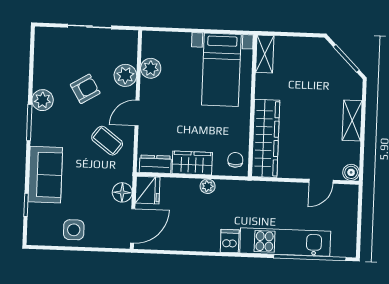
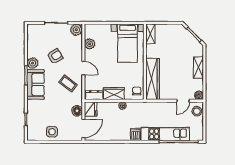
plant: (125, 75) -> (76, 30), moved
door: (137, 113) -> (83, 68), swing flipped
sofa: (45, 175) -> (36, 84), moved
stool: (346, 202) -> (197, 111), added

